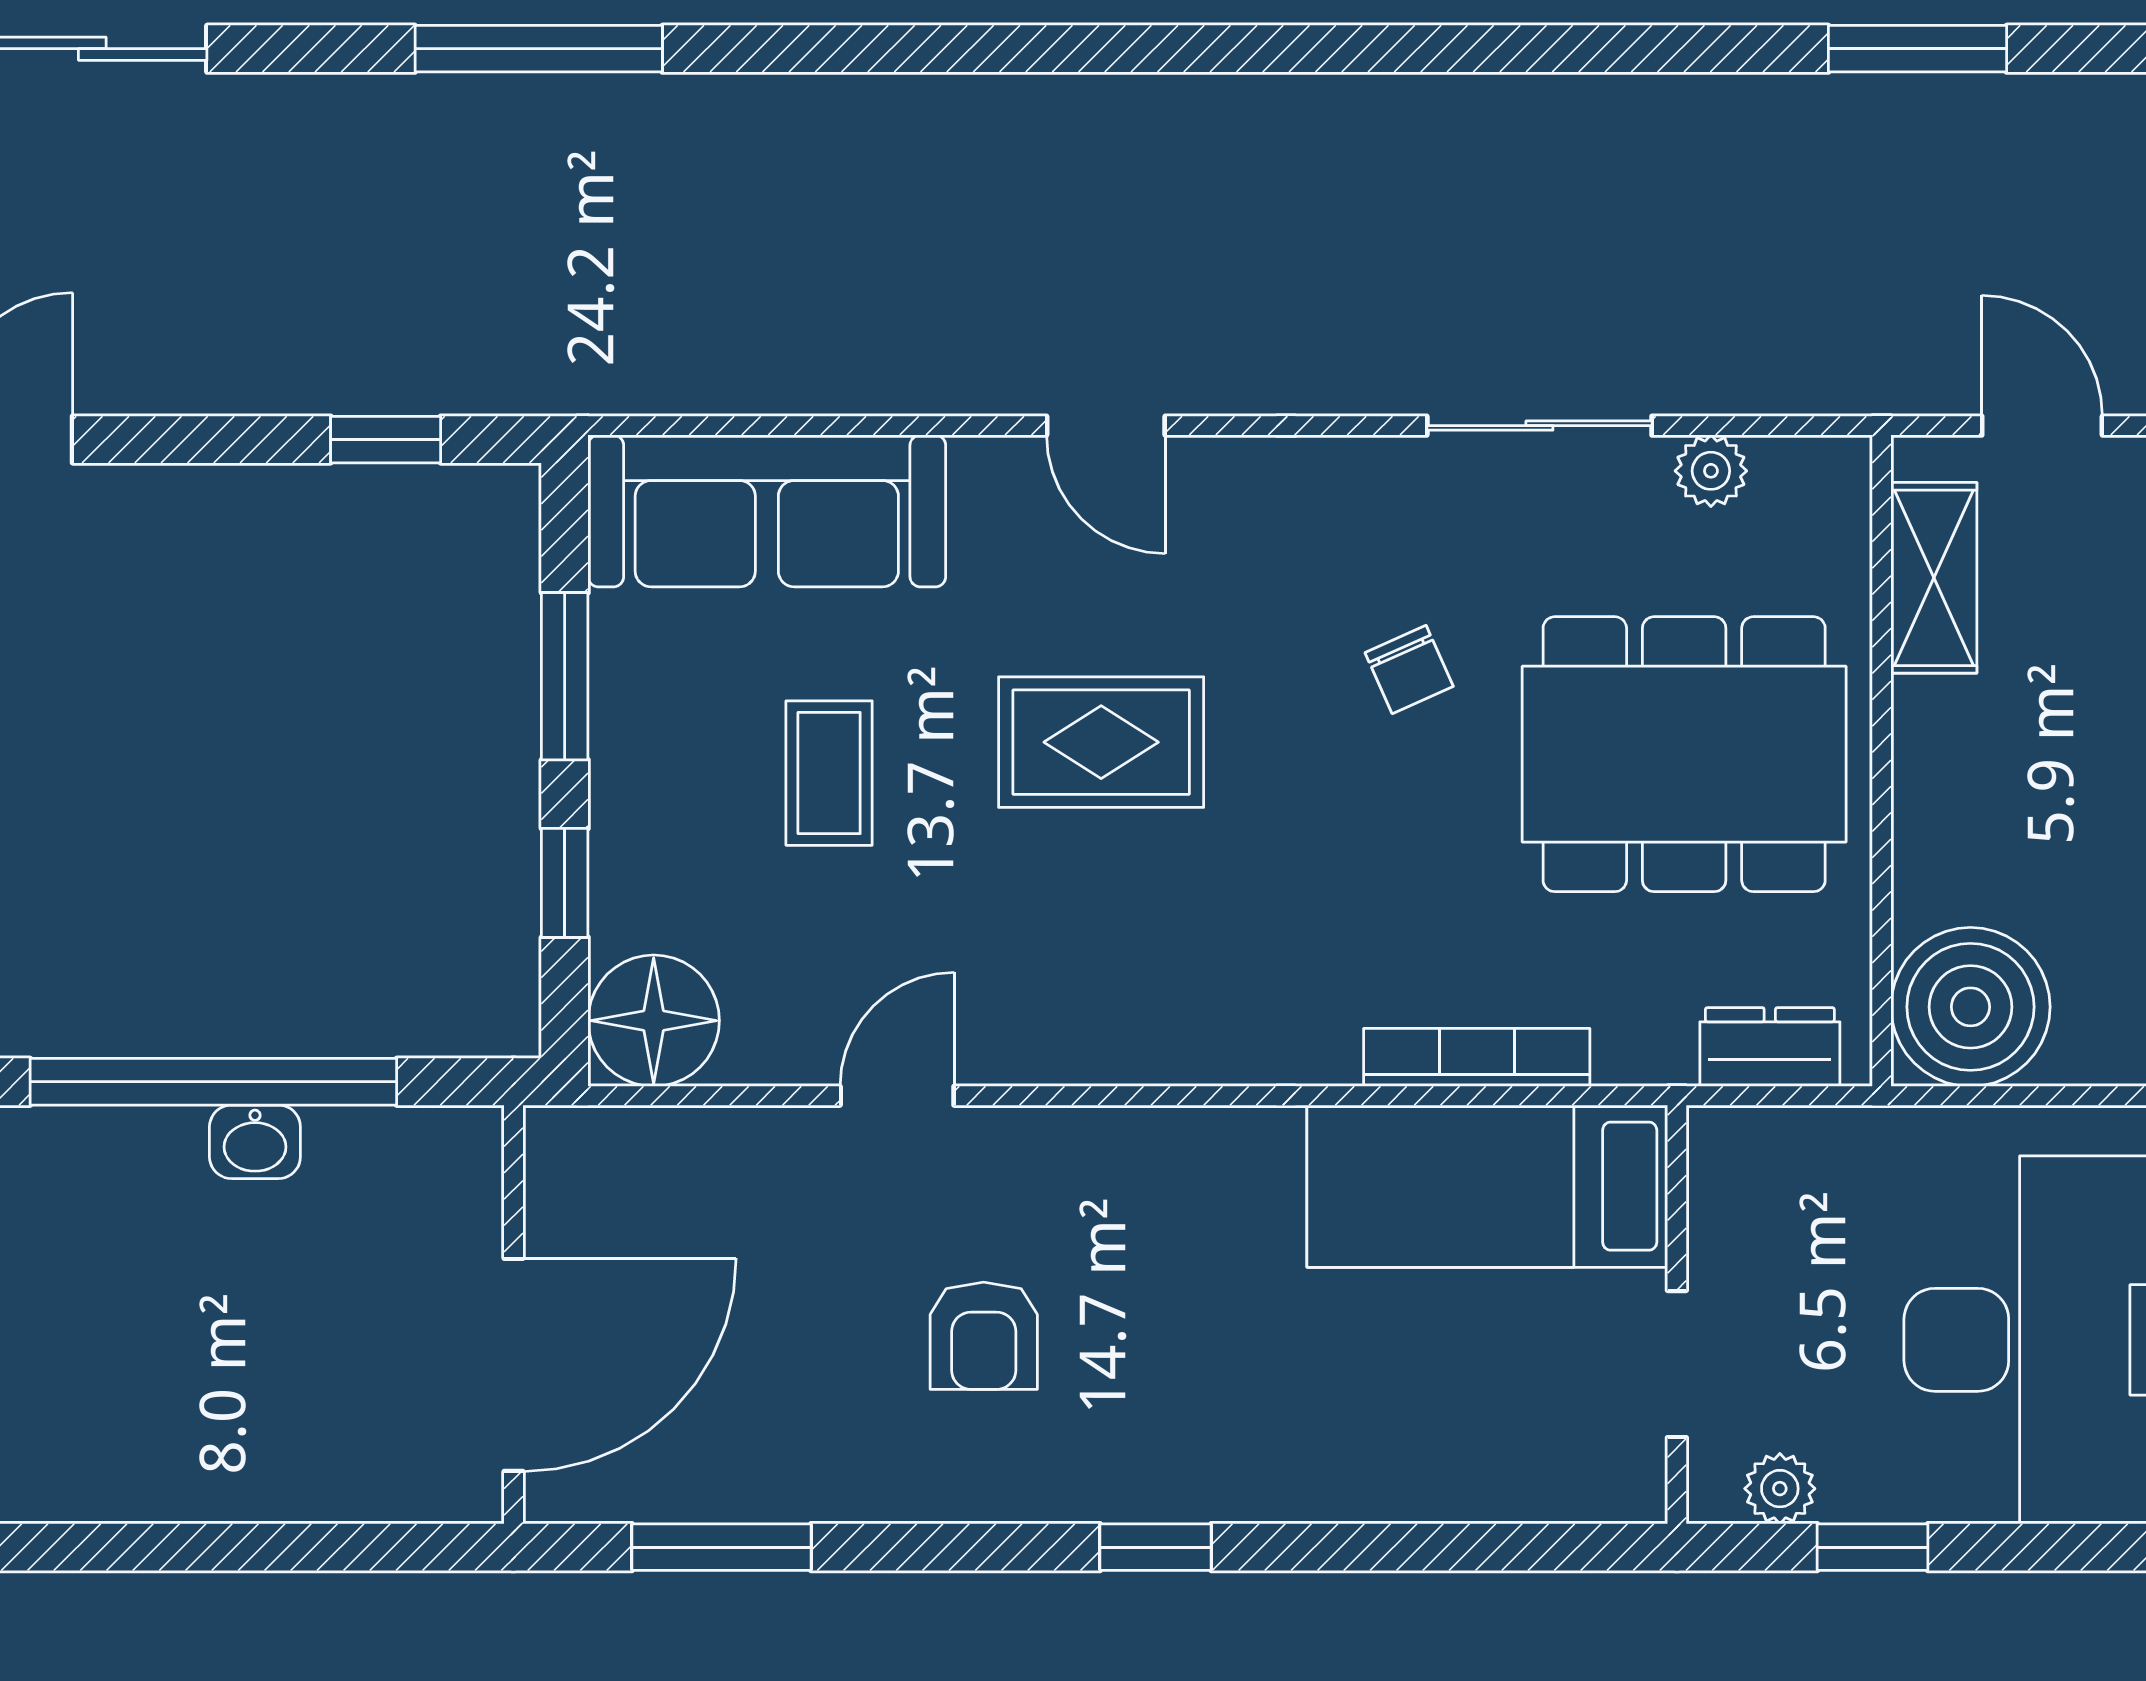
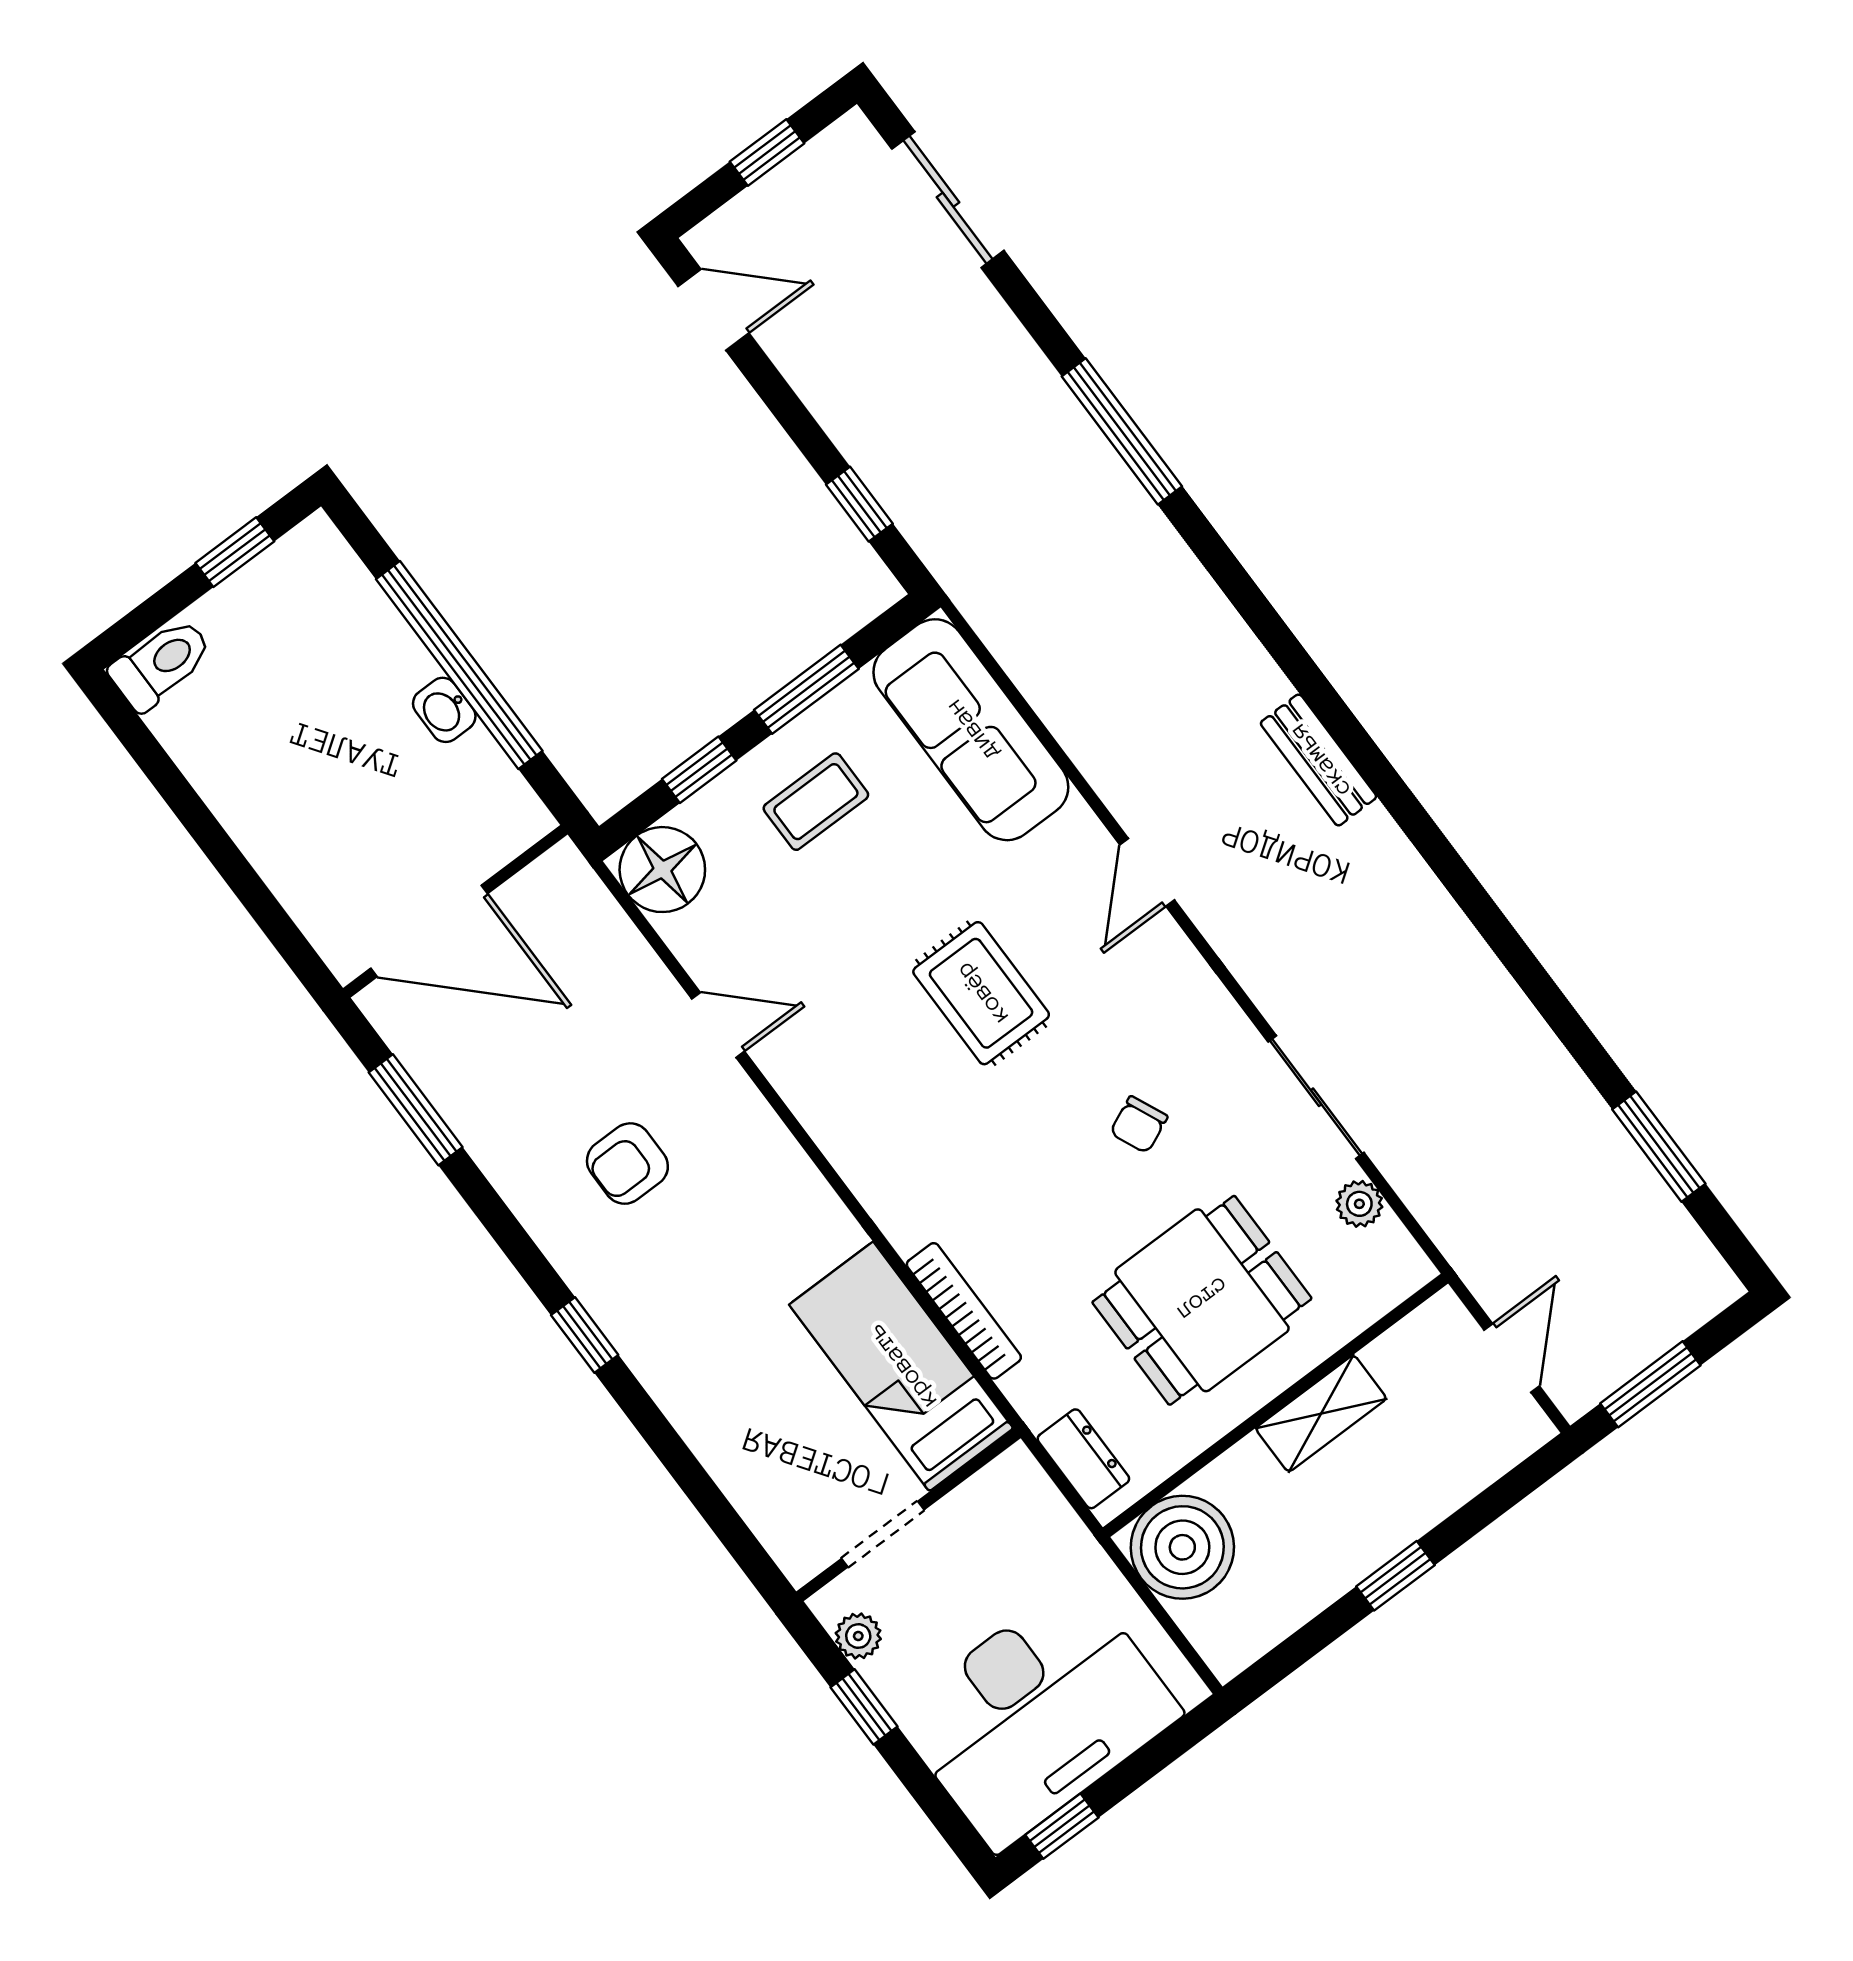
bench: (1126, 110) -> (1319, 760), added
shelving: (1934, 578) -> (1321, 1413), moved
dining table: (1684, 754) -> (1202, 1300), width x0.73
coffee table: (829, 773) -> (816, 802), moved

